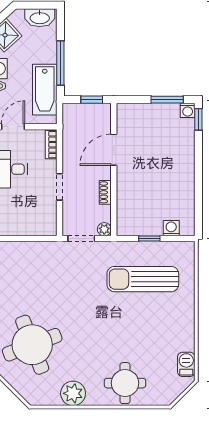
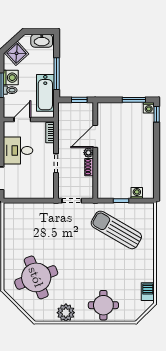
plant: (104, 229) -> (88, 153), moved
sun lounger: (143, 279) -> (116, 230), turned 30

